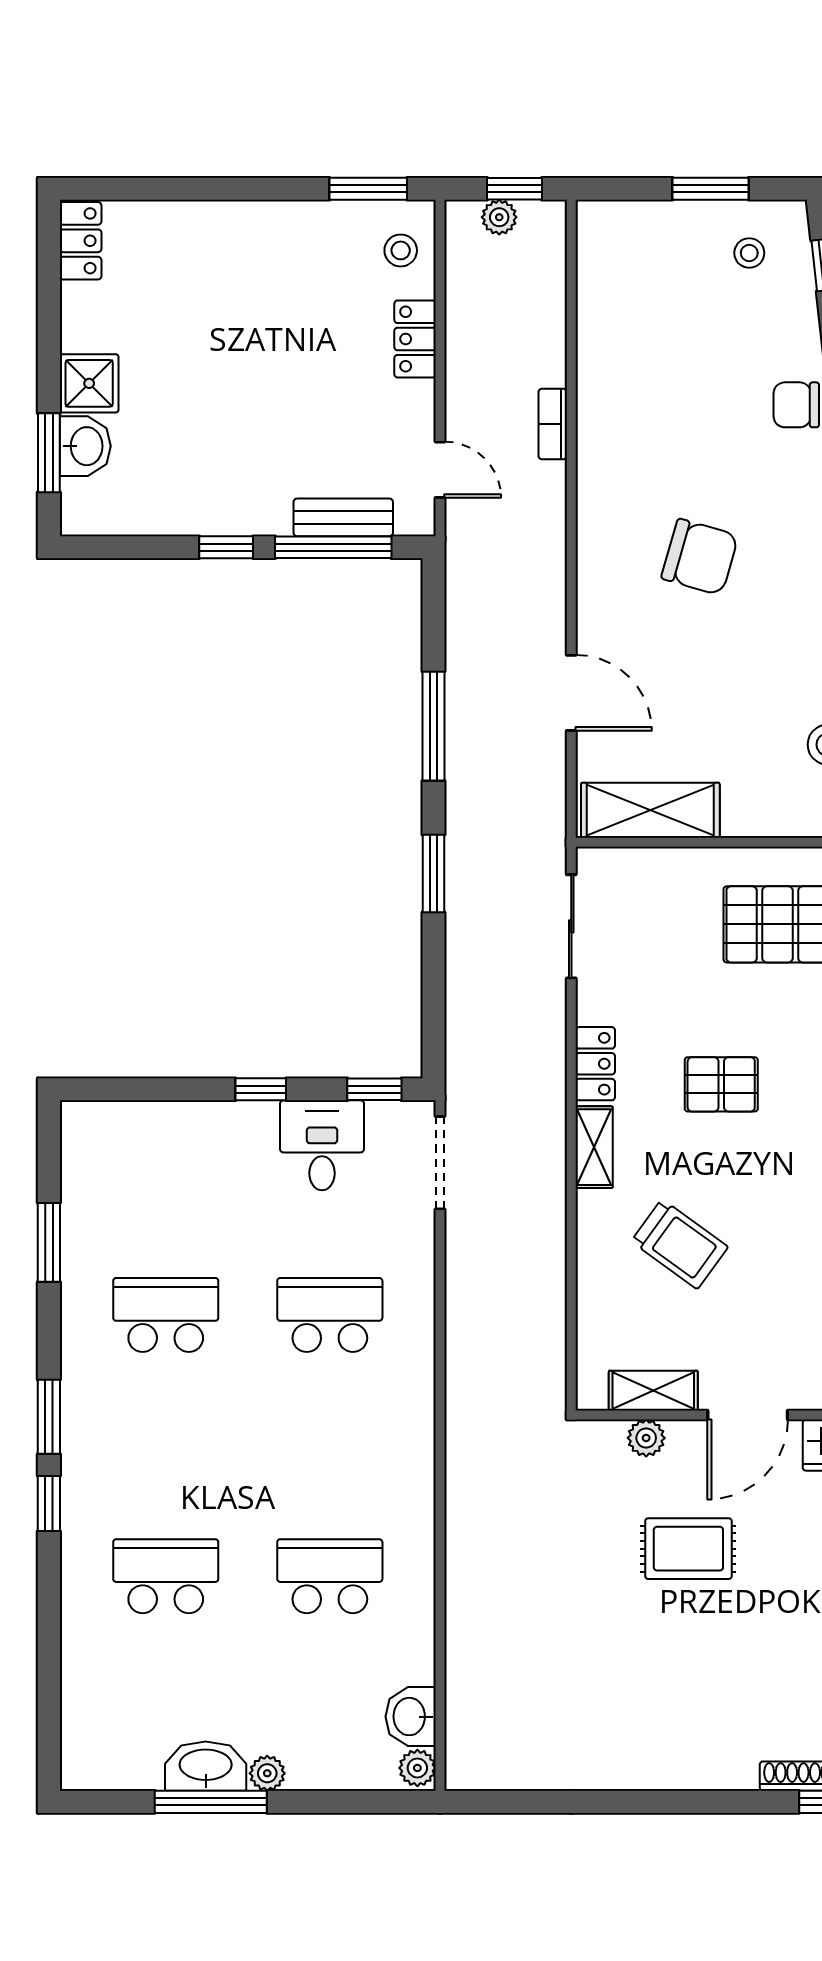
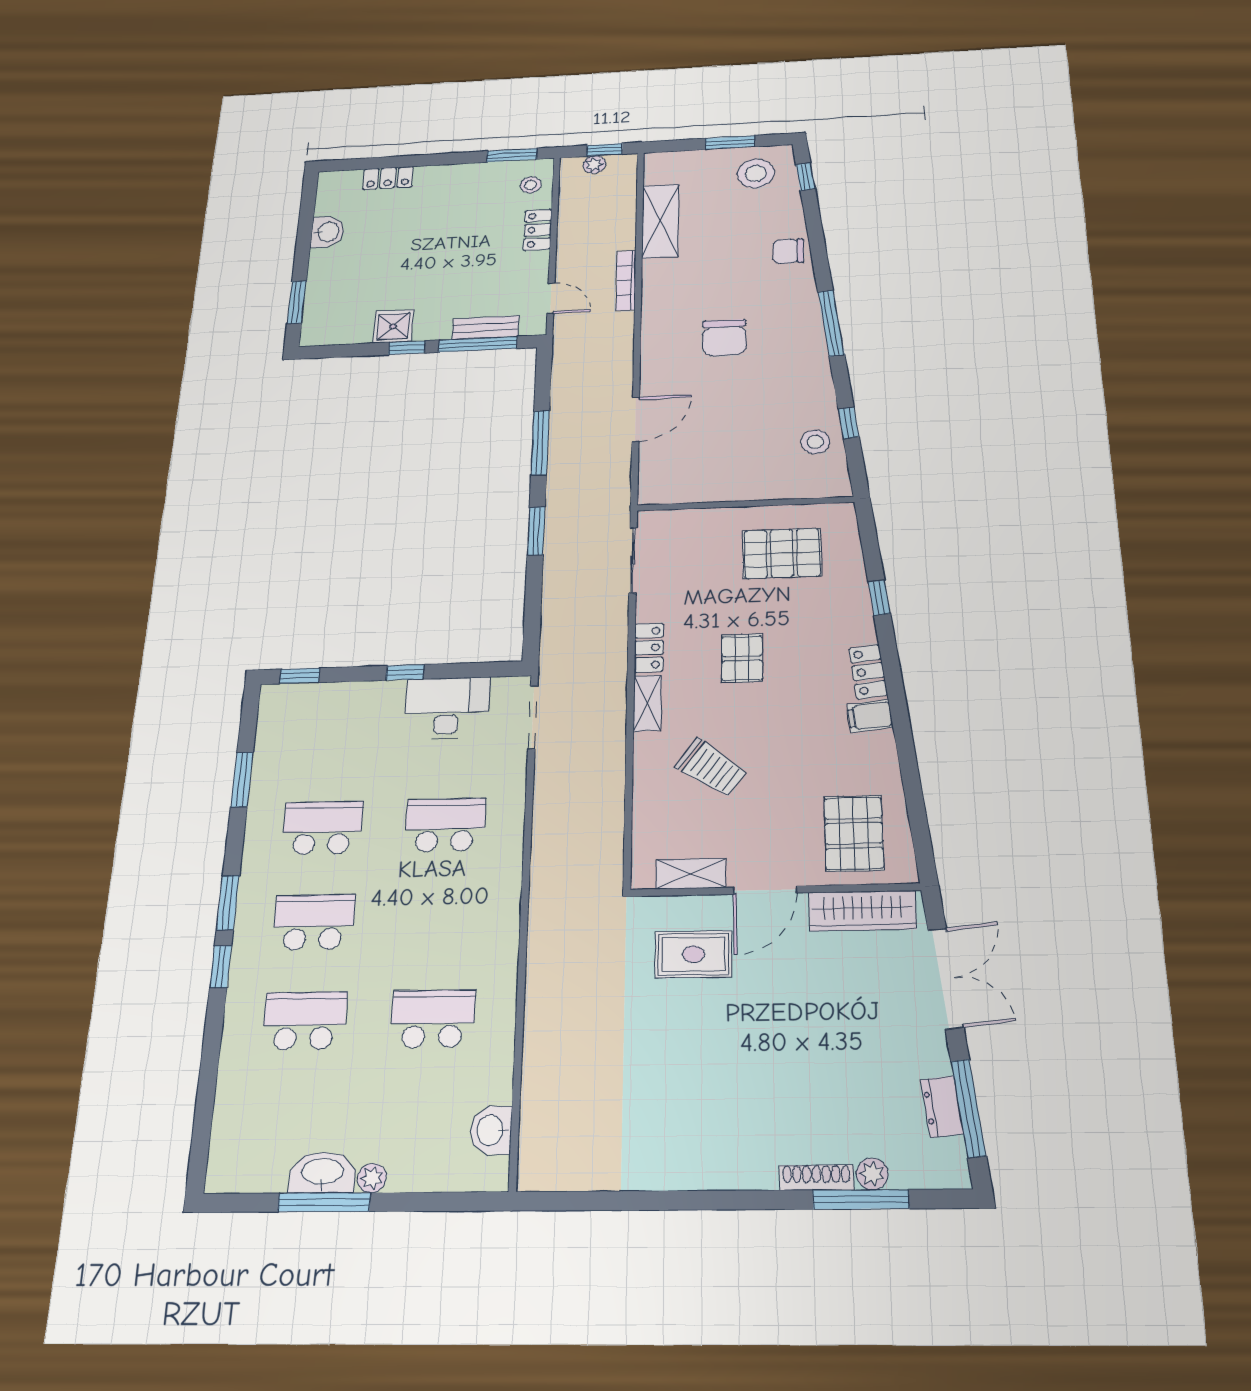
locker: (81, 241) -> (388, 178), moved, turned 90
stool: (749, 253) -> (756, 173), width x1.89, depth x1.89
shower: (89, 383) -> (393, 326), moved
bookcase: (553, 424) -> (626, 281), width x1.56
washbasin: (85, 446) -> (327, 232), moved
chair: (700, 557) -> (724, 338), turned 74
door: (571, 693) -> (636, 419), hinge flipped
shelving: (650, 810) -> (660, 221), moved, turned 90
pallet: (721, 1084) -> (742, 658), turned 90
window: (374, 1089) -> (300, 676), moved
desk: (322, 1145) -> (447, 708), width x1.37
plant: (646, 1438) -> (685, 909), removed
school desk: (166, 1446) -> (314, 922), added
rug: (688, 1549) -> (693, 954), moved
plant: (417, 1768) -> (494, 1173), removed

